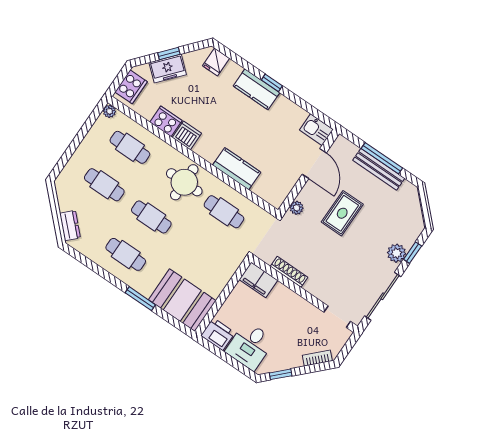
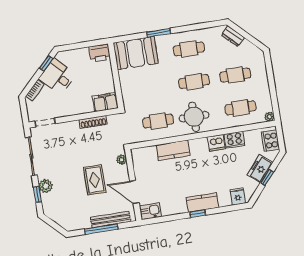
bench: (379, 169) -> (111, 219), moved
desk: (250, 346) -> (57, 76), moved, turned -45

